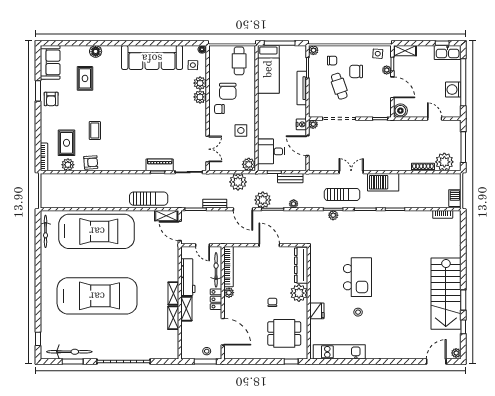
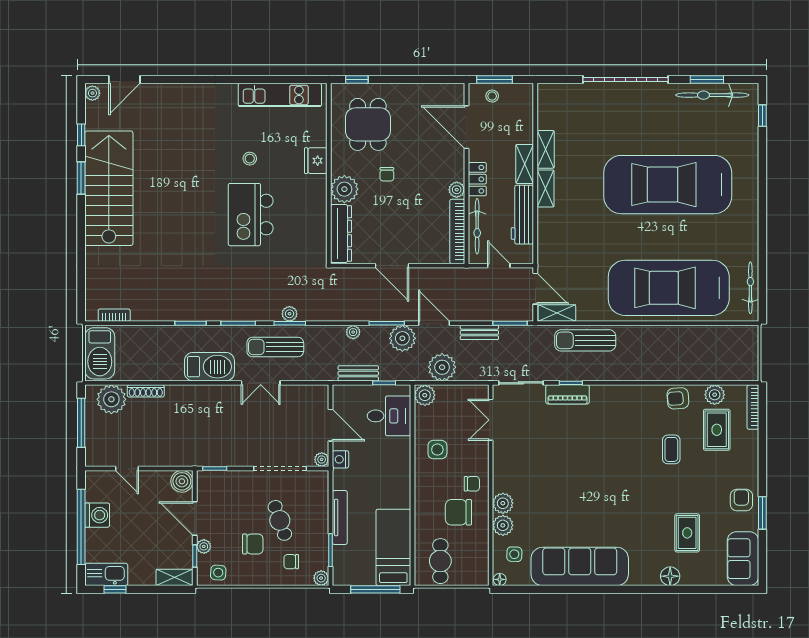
chair: (228, 91) -> (458, 512), turned -90
barbecue: (455, 198) -> (100, 353), width x1.88, depth x1.53
dining table: (284, 333) -> (368, 124), turned 90

